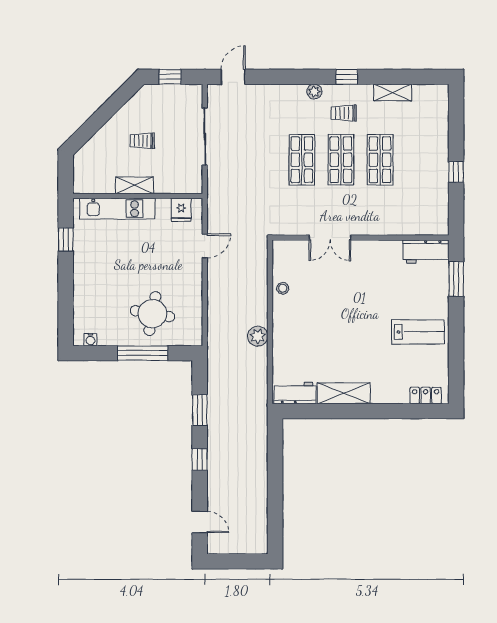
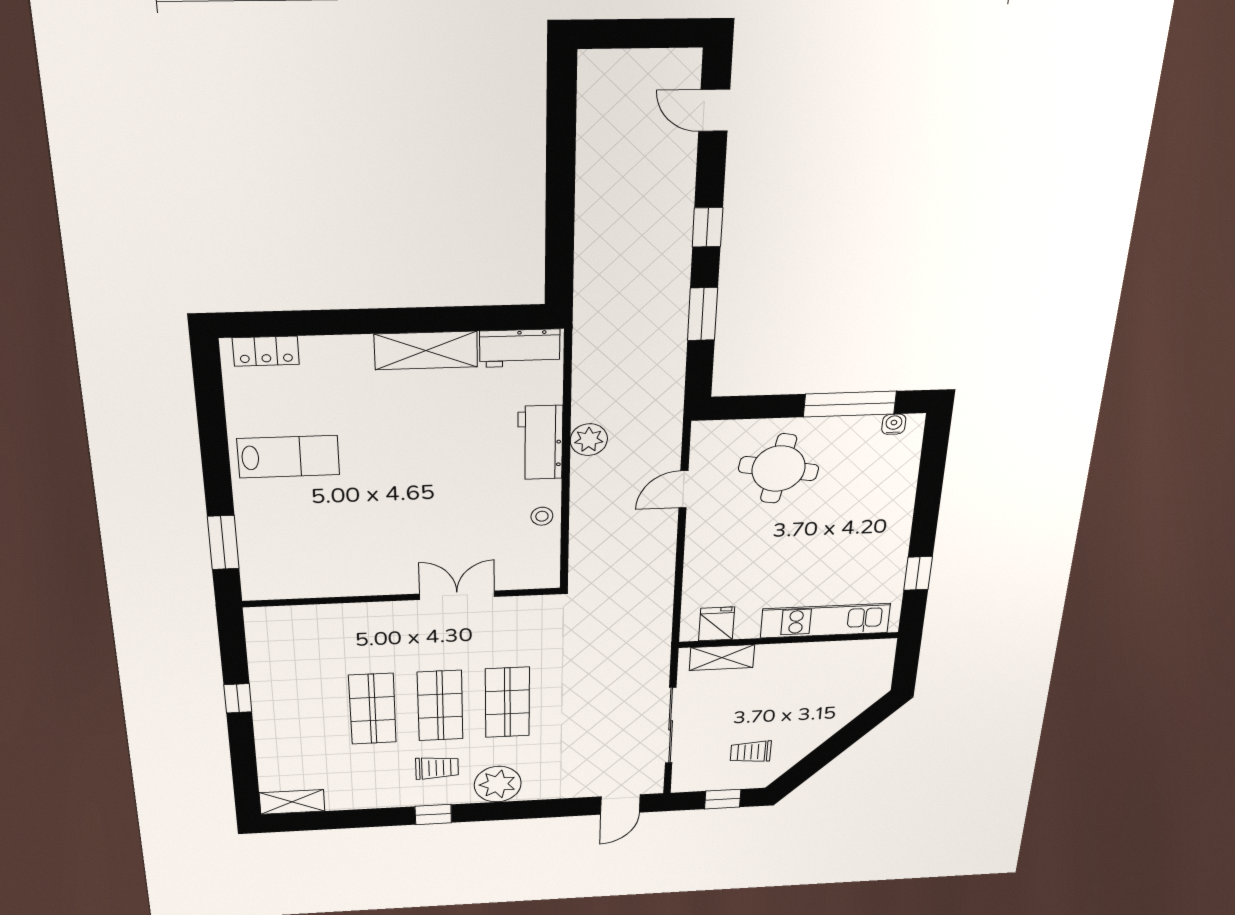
plant: (314, 92) -> (498, 784), width x1.87, depth x1.87
shelving: (393, 93) -> (292, 802), moved
trolley: (142, 141) -> (751, 752), moved, turned 180
shelving: (135, 185) -> (722, 658), moved
door: (205, 246) -> (683, 489), moved
workbench: (426, 252) -> (540, 443), moved, turned -90
lab bench: (418, 332) -> (288, 457), turned 180
window: (143, 353) -> (850, 404), moved

